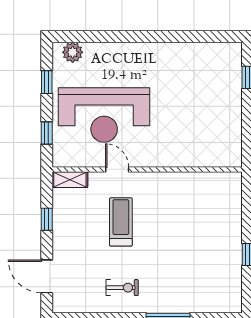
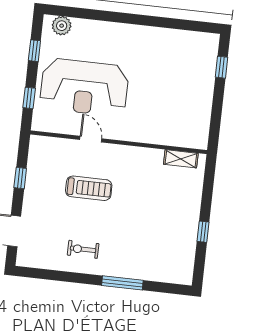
shelving: (70, 180) -> (181, 159), moved
treadmill: (121, 222) -> (89, 188), turned 90
exercise bike: (122, 288) -> (83, 249), turned 180

